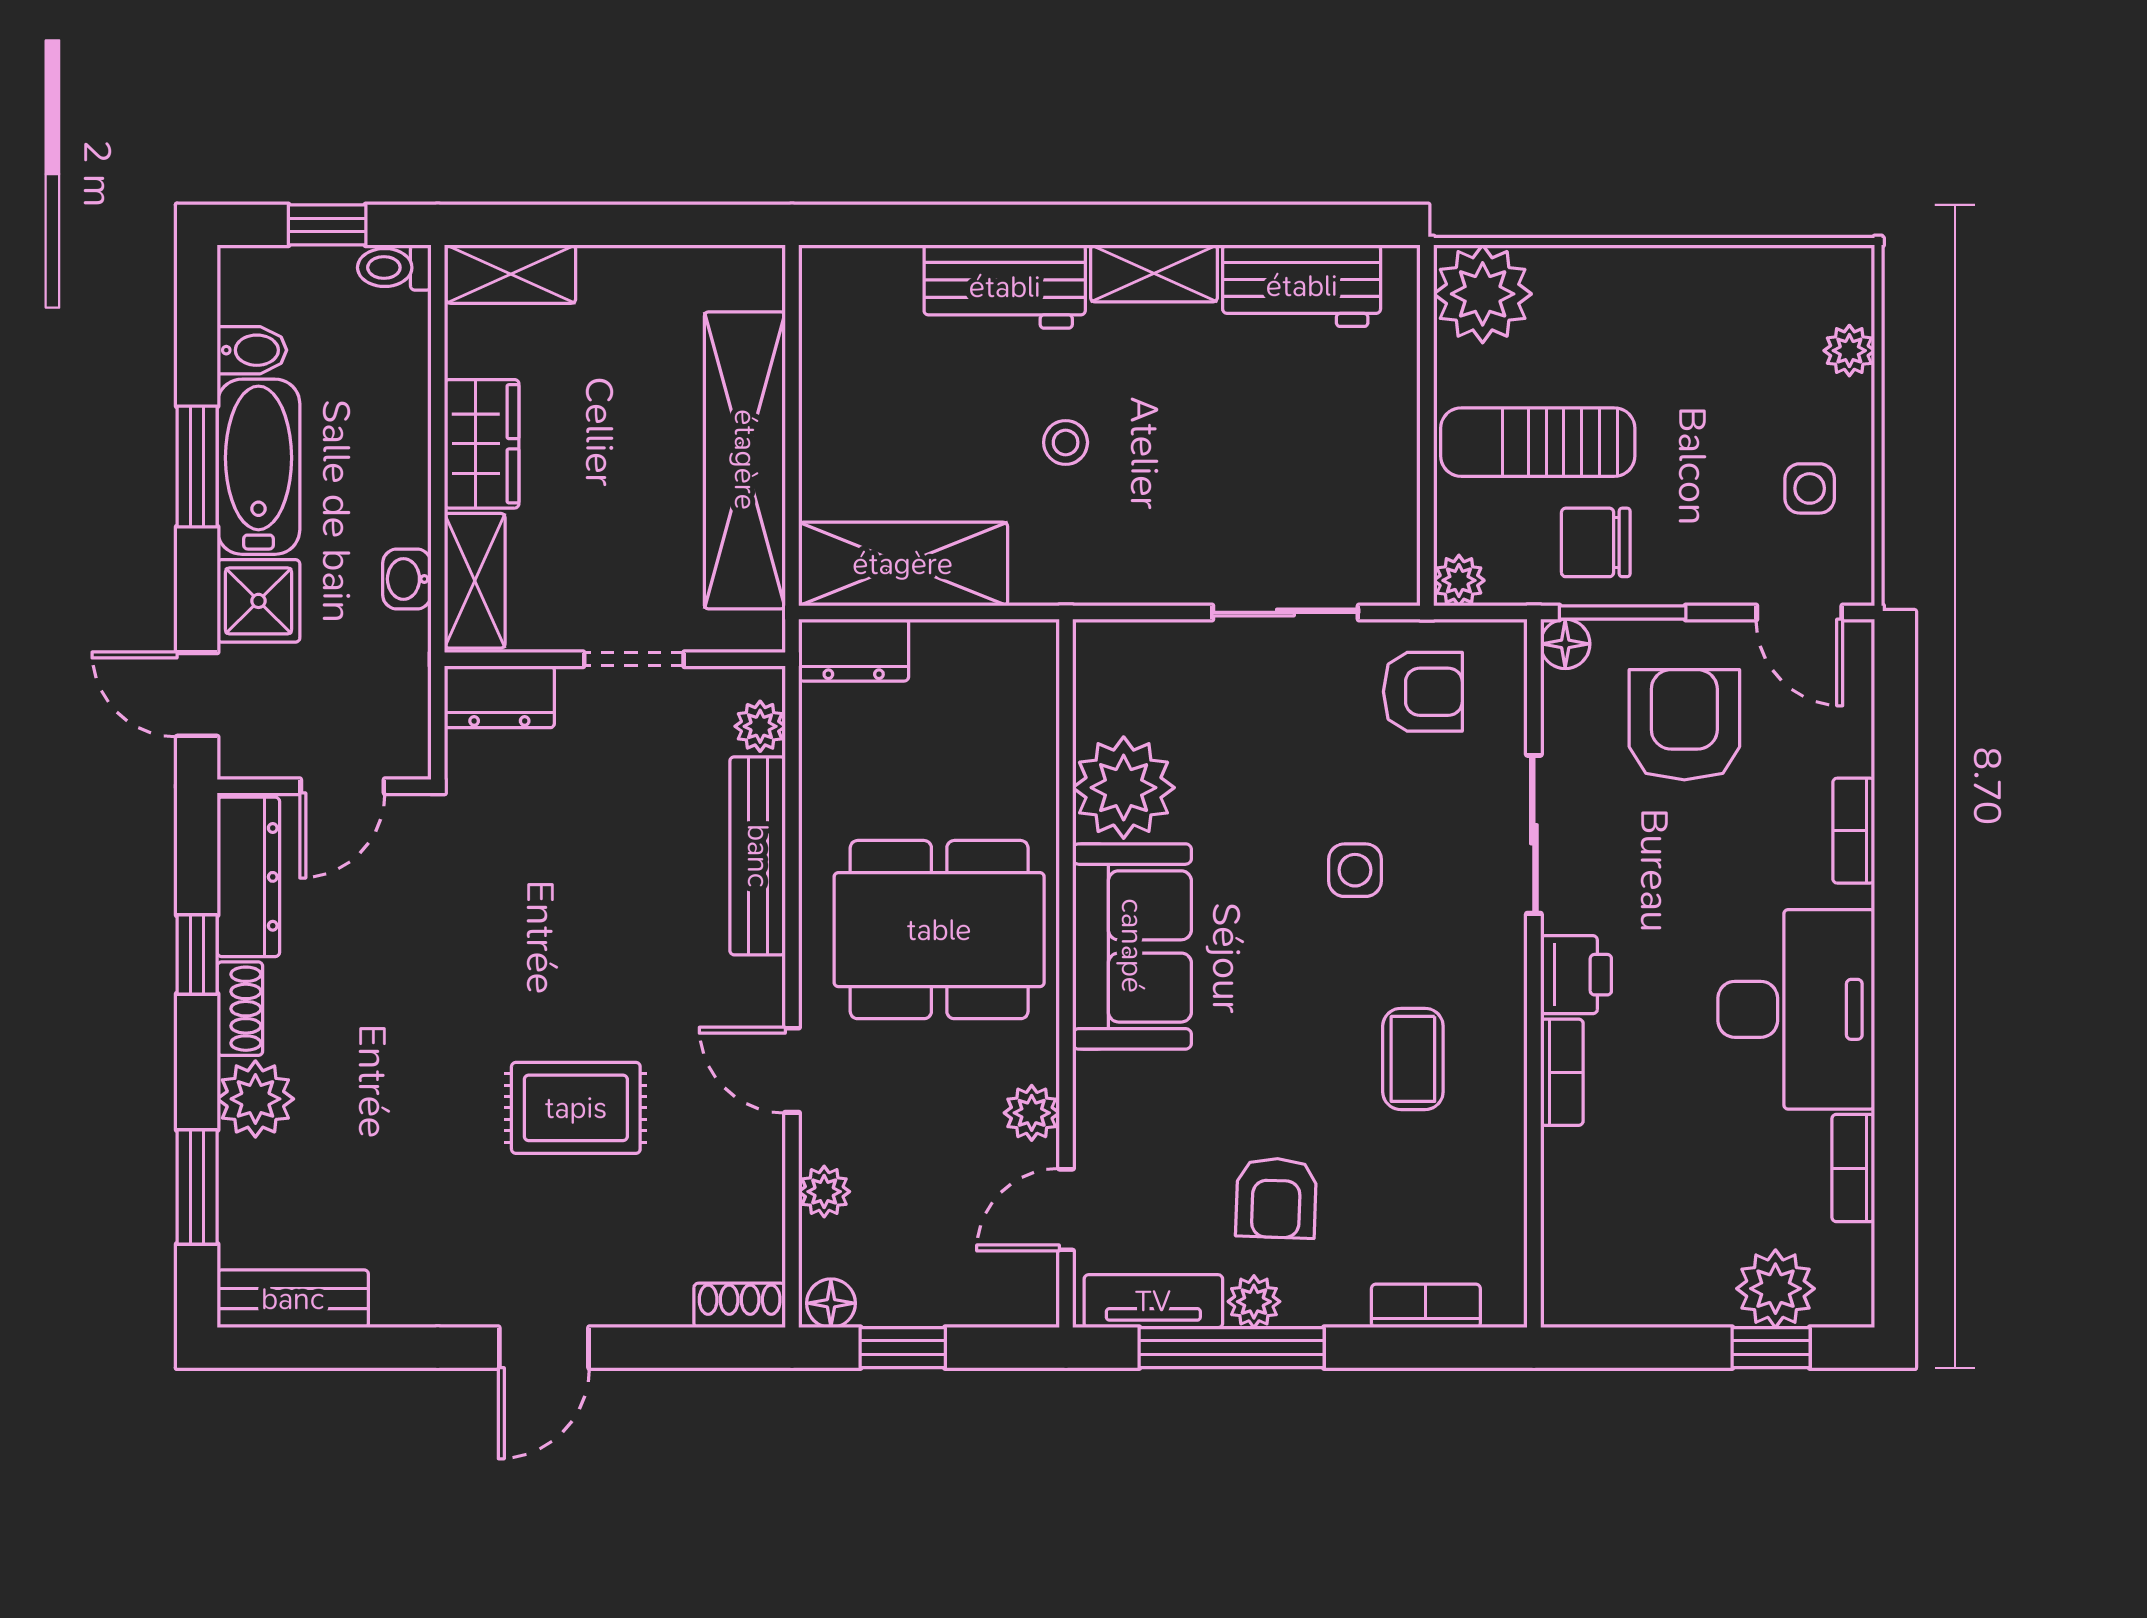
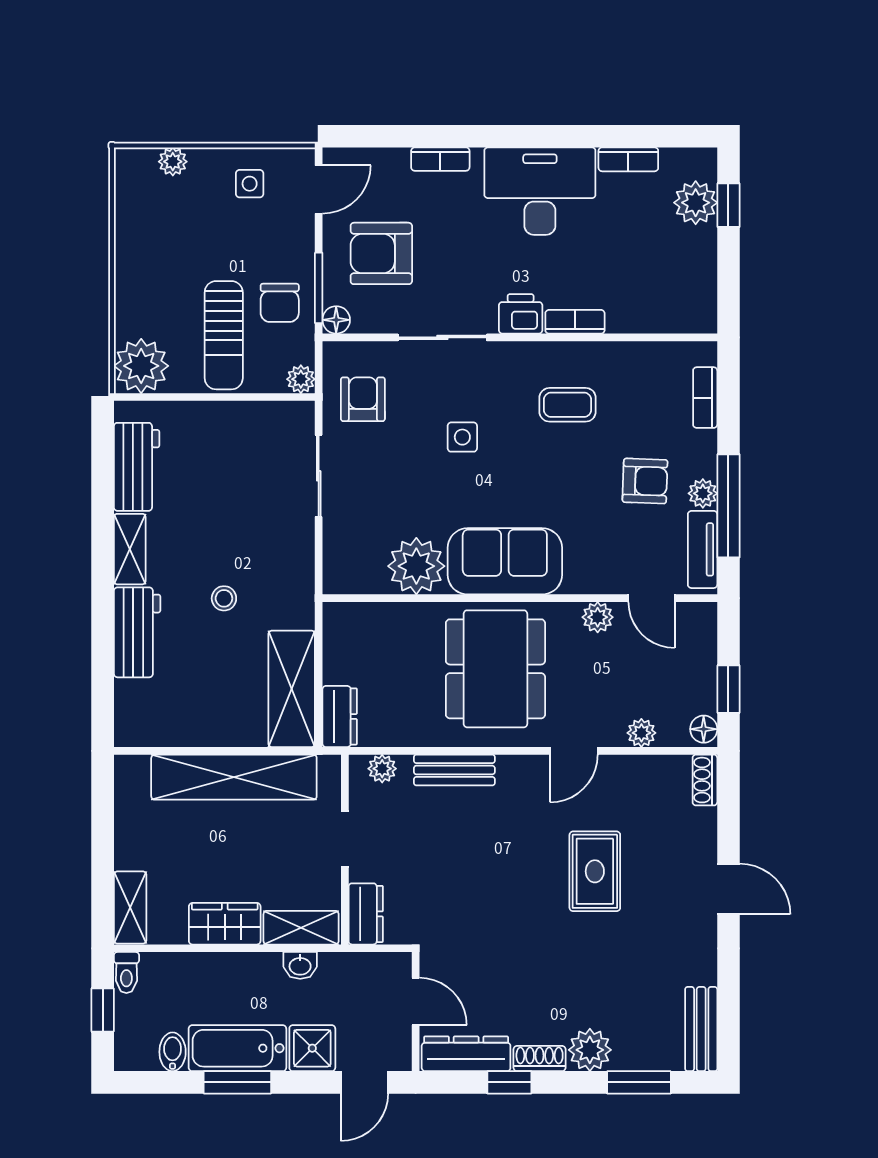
bench: (758, 856) -> (454, 770), width x0.73

